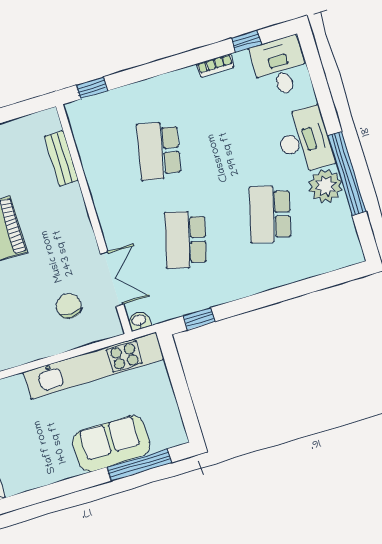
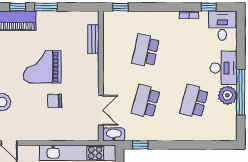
chair: (69, 306) -> (55, 101), moved, turned -90
washbasin: (139, 321) -> (114, 134), width x1.91, depth x1.45

